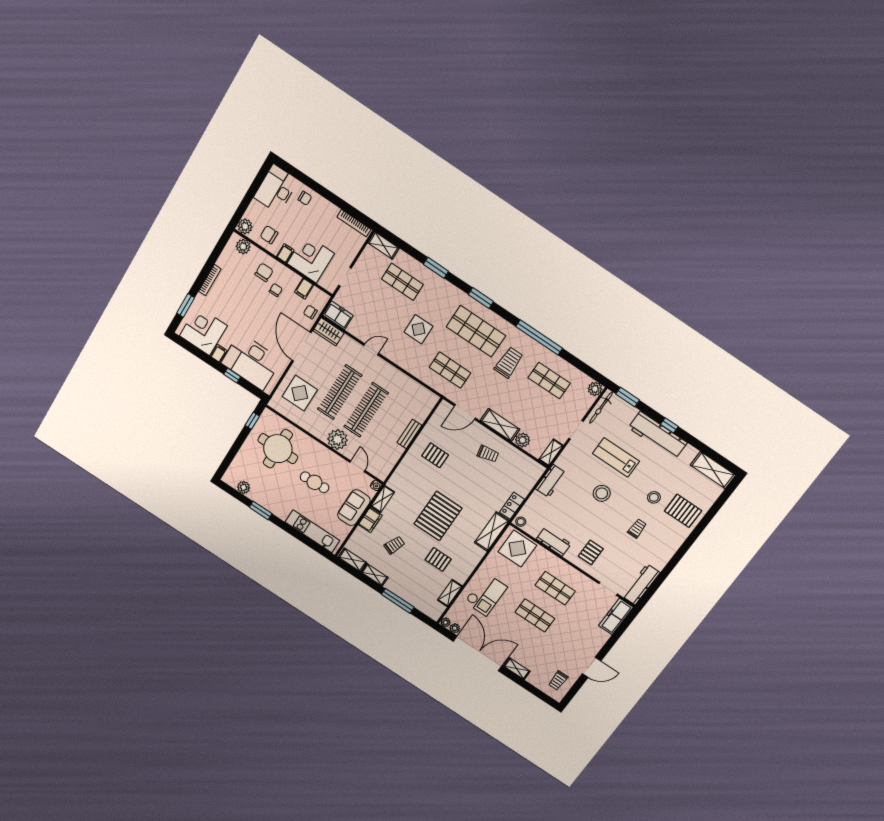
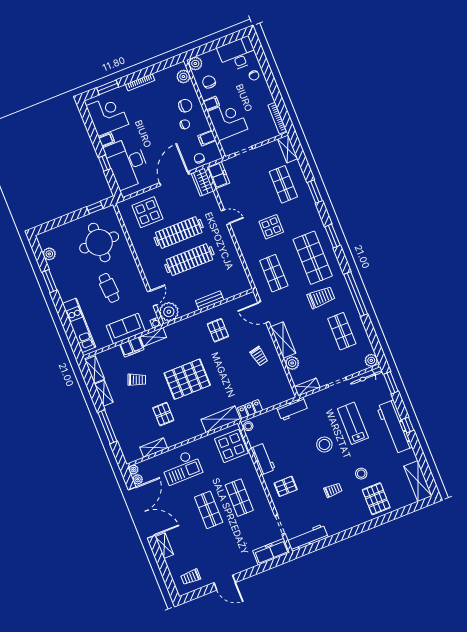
plant: (337, 440) -> (169, 312), moved

